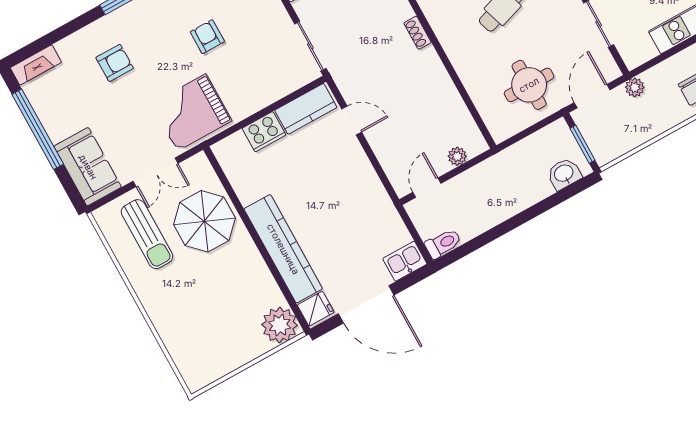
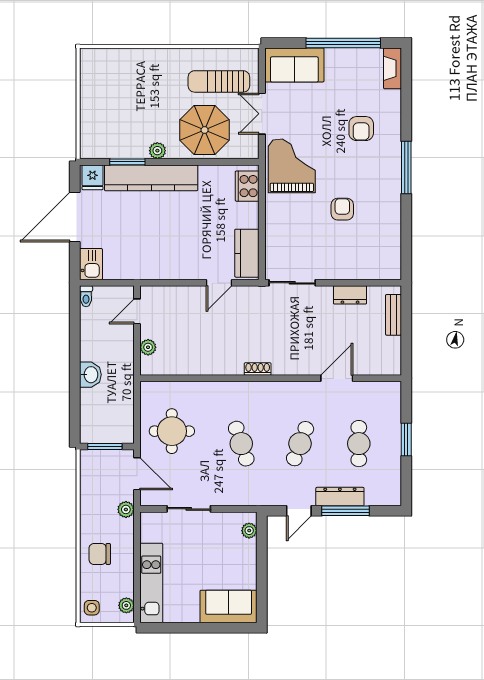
armchair: (207, 37) -> (342, 209), turned -90
cooker: (264, 132) -> (247, 186), moved
washbasin: (564, 174) -> (90, 375), moved
door: (427, 188) -> (137, 311), swing flipped
toilet: (443, 243) -> (86, 296), width x0.73, depth x0.72
window: (280, 282) -> (127, 162), added
plant: (280, 325) -> (157, 151), moved, width x0.53, depth x0.53

